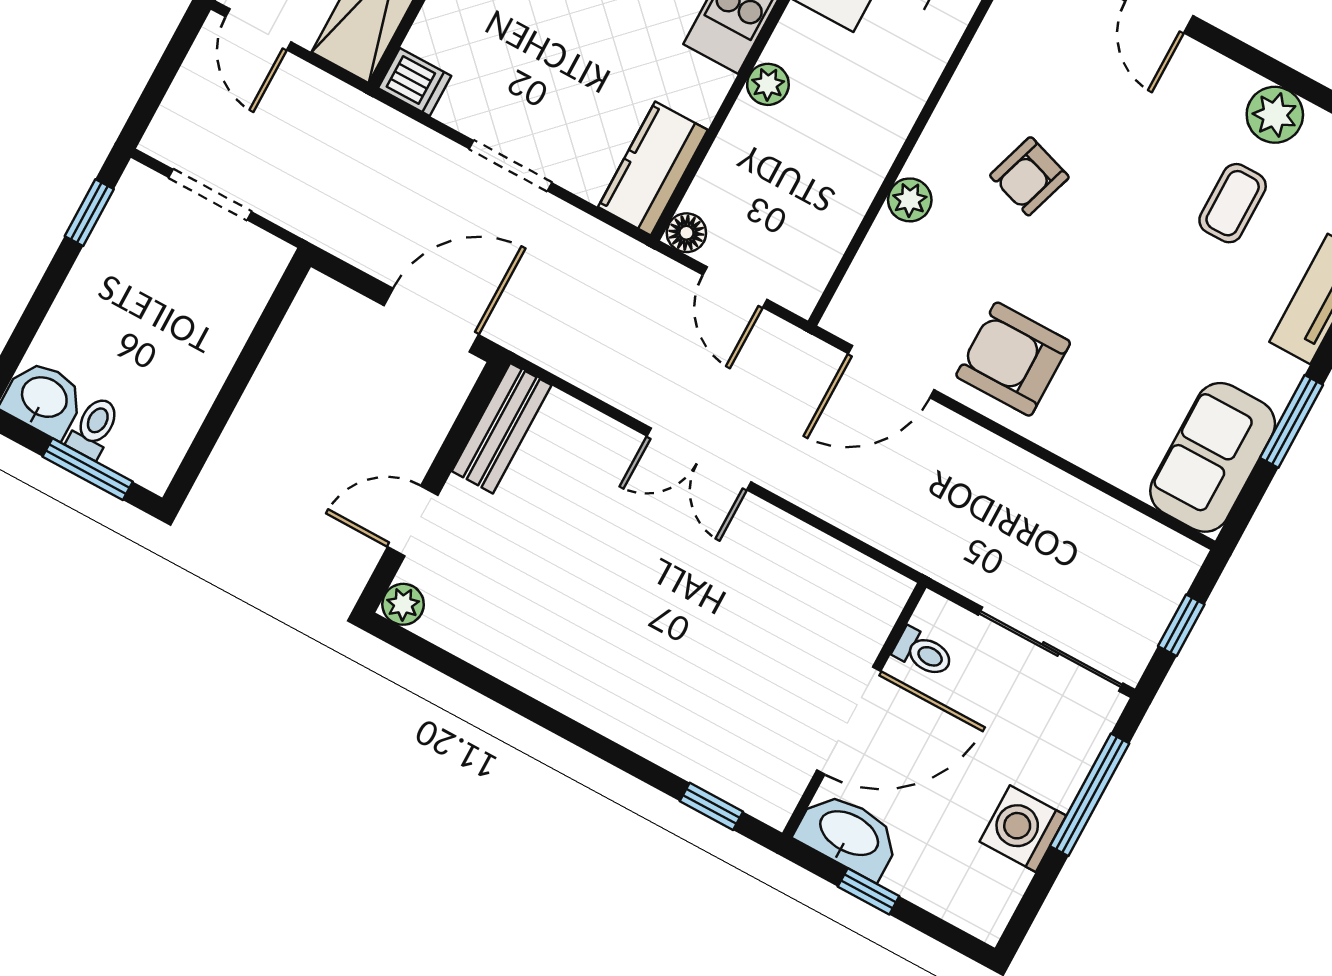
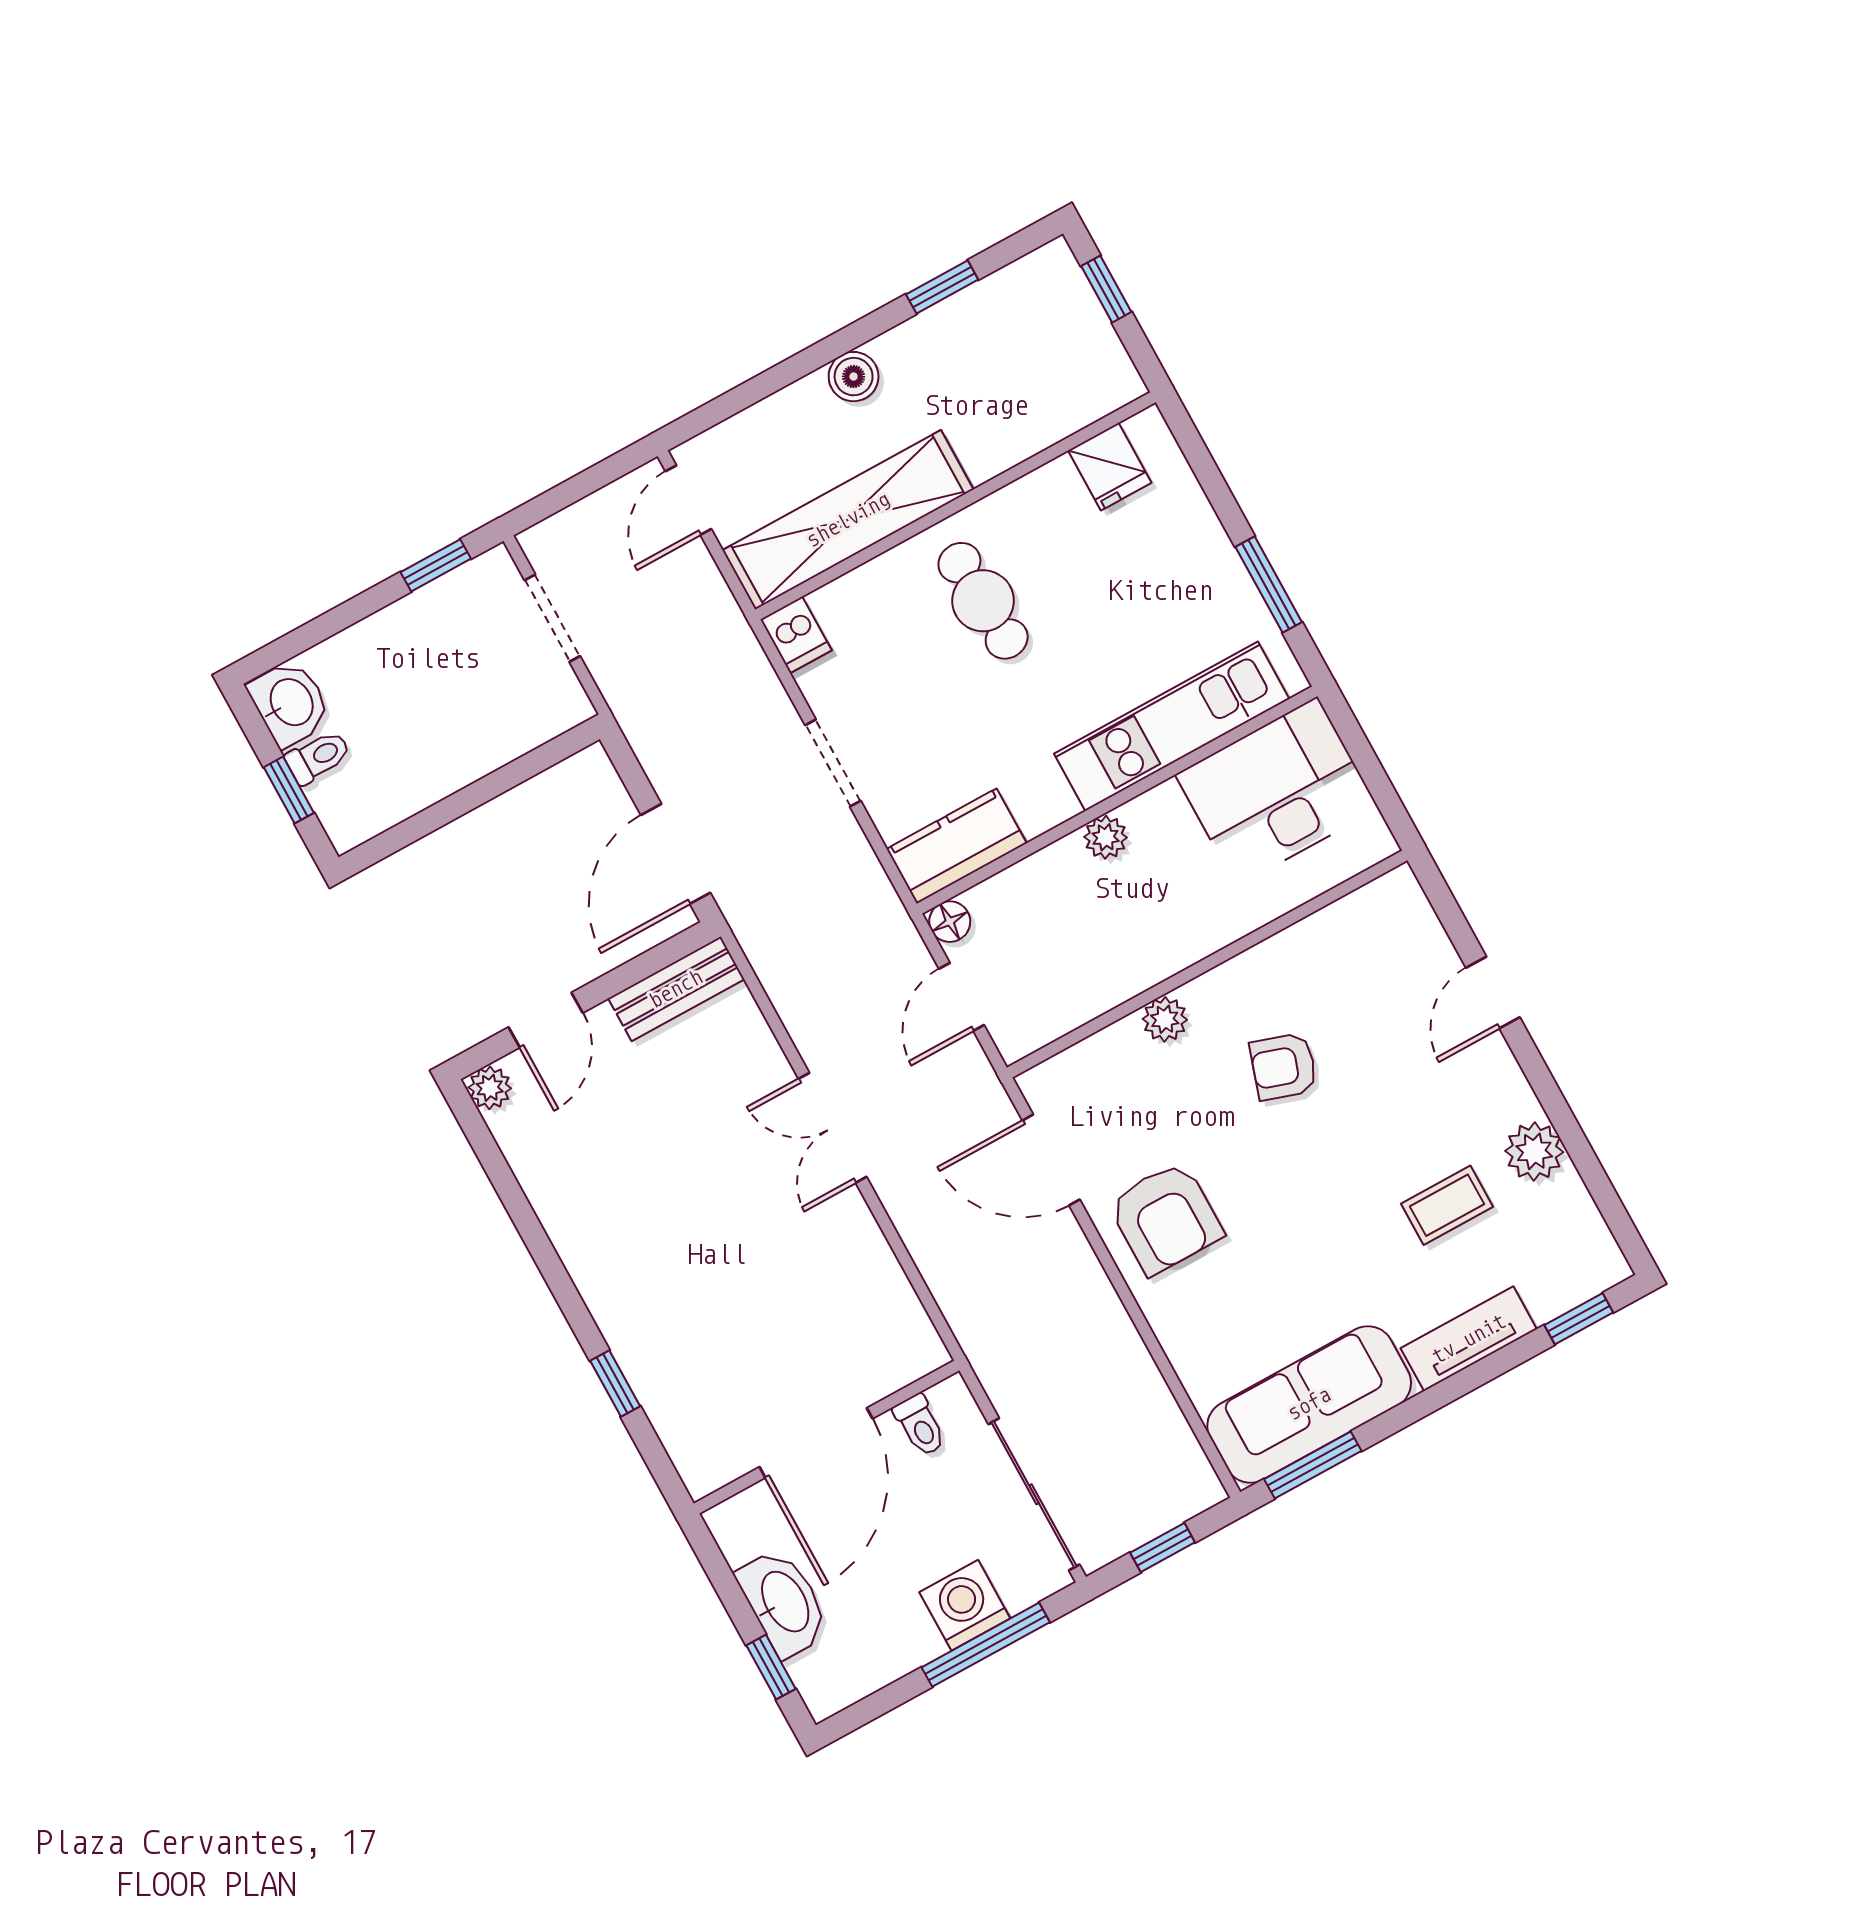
door: (431, 320) -> (676, 854), swing flipped
armchair: (1013, 359) -> (1166, 1218), turned 180
window: (1292, 421) -> (1313, 1465), moved
sofa: (1213, 457) -> (1309, 1404), width x1.36
window: (88, 469) -> (289, 790), width x0.67
door: (413, 521) -> (546, 1020), swing flipped
door: (849, 721) -> (816, 1443), hinge flipped
window: (711, 806) -> (615, 1384), moved
washing machine: (1023, 829) -> (965, 1605), moved
washbasin: (848, 835) -> (784, 1602), moved
window: (868, 891) -> (771, 1667), moved

